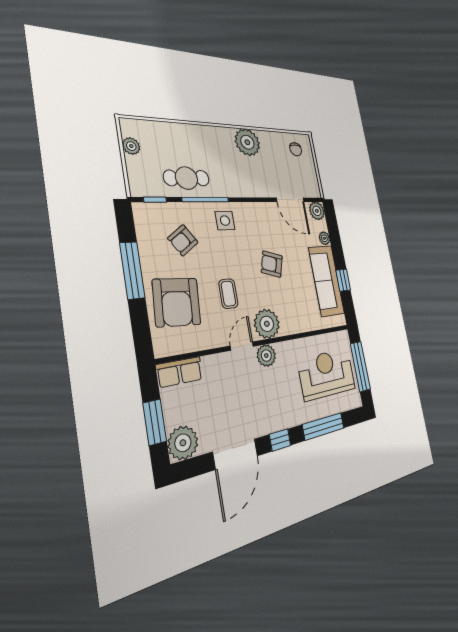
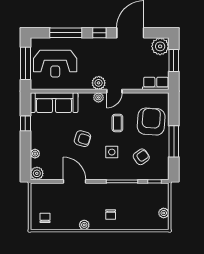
plant: (247, 142) -> (84, 225), width x0.53, depth x0.53
chair: (213, 149) -> (111, 215), added
cafe table: (187, 178) -> (132, 195), removed
door: (290, 200) -> (75, 181), moved
side table: (225, 221) -> (112, 152), moved
sofa: (326, 281) -> (54, 103), moved, turned 90
plant: (267, 324) -> (98, 97), width x0.53, depth x0.53

